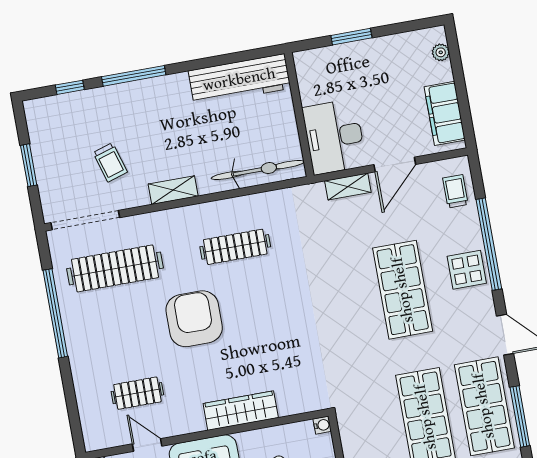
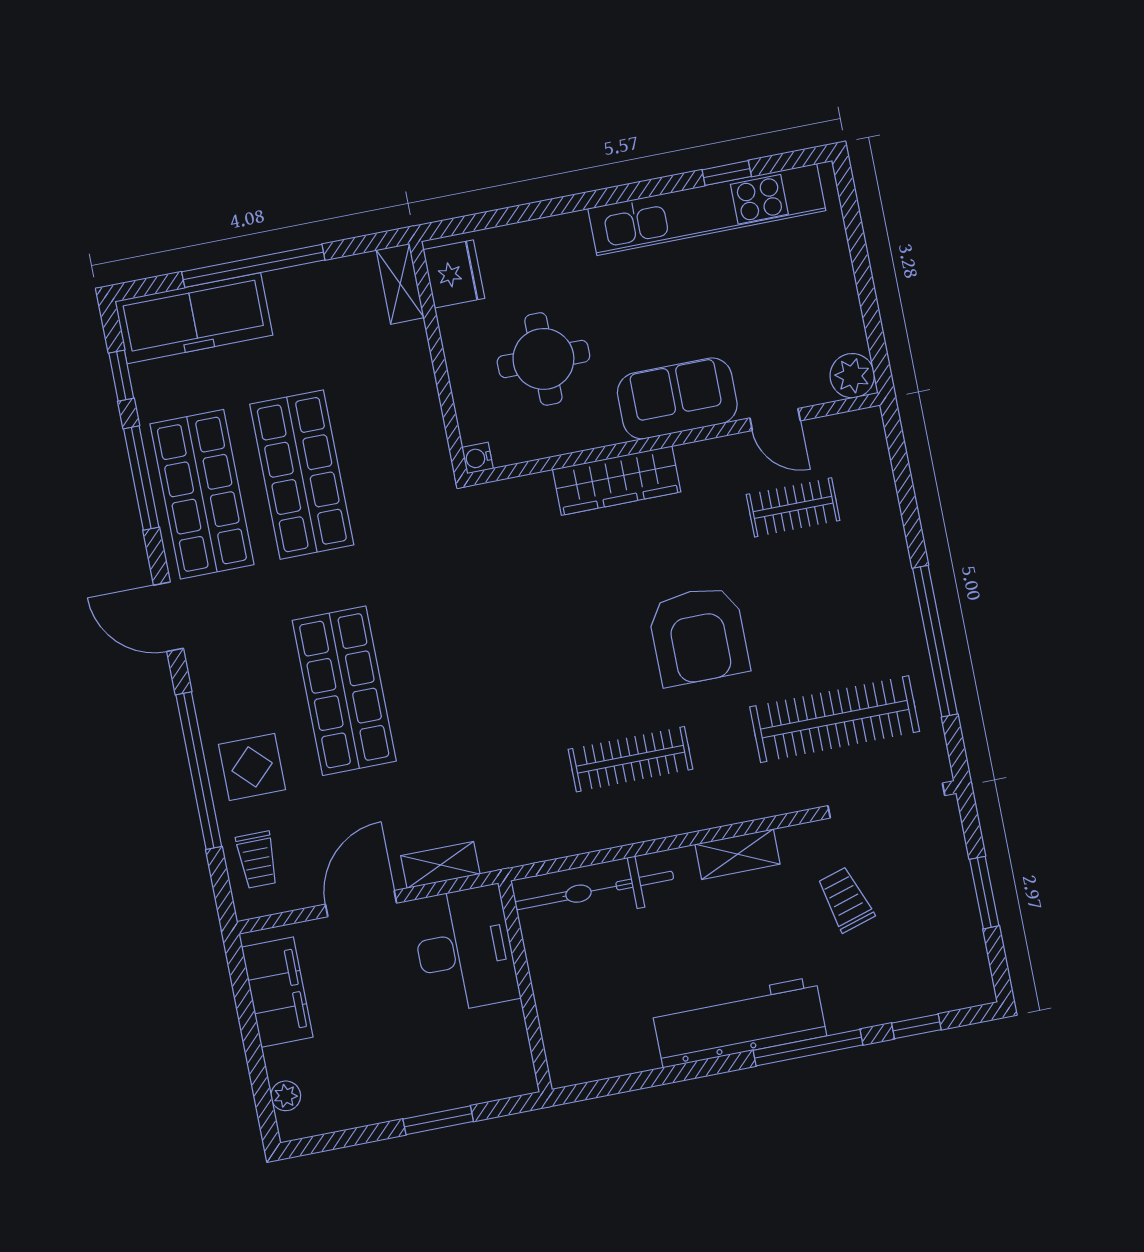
workbench: (239, 80) -> (739, 1022), moved
display table: (467, 270) -> (252, 767), moved

